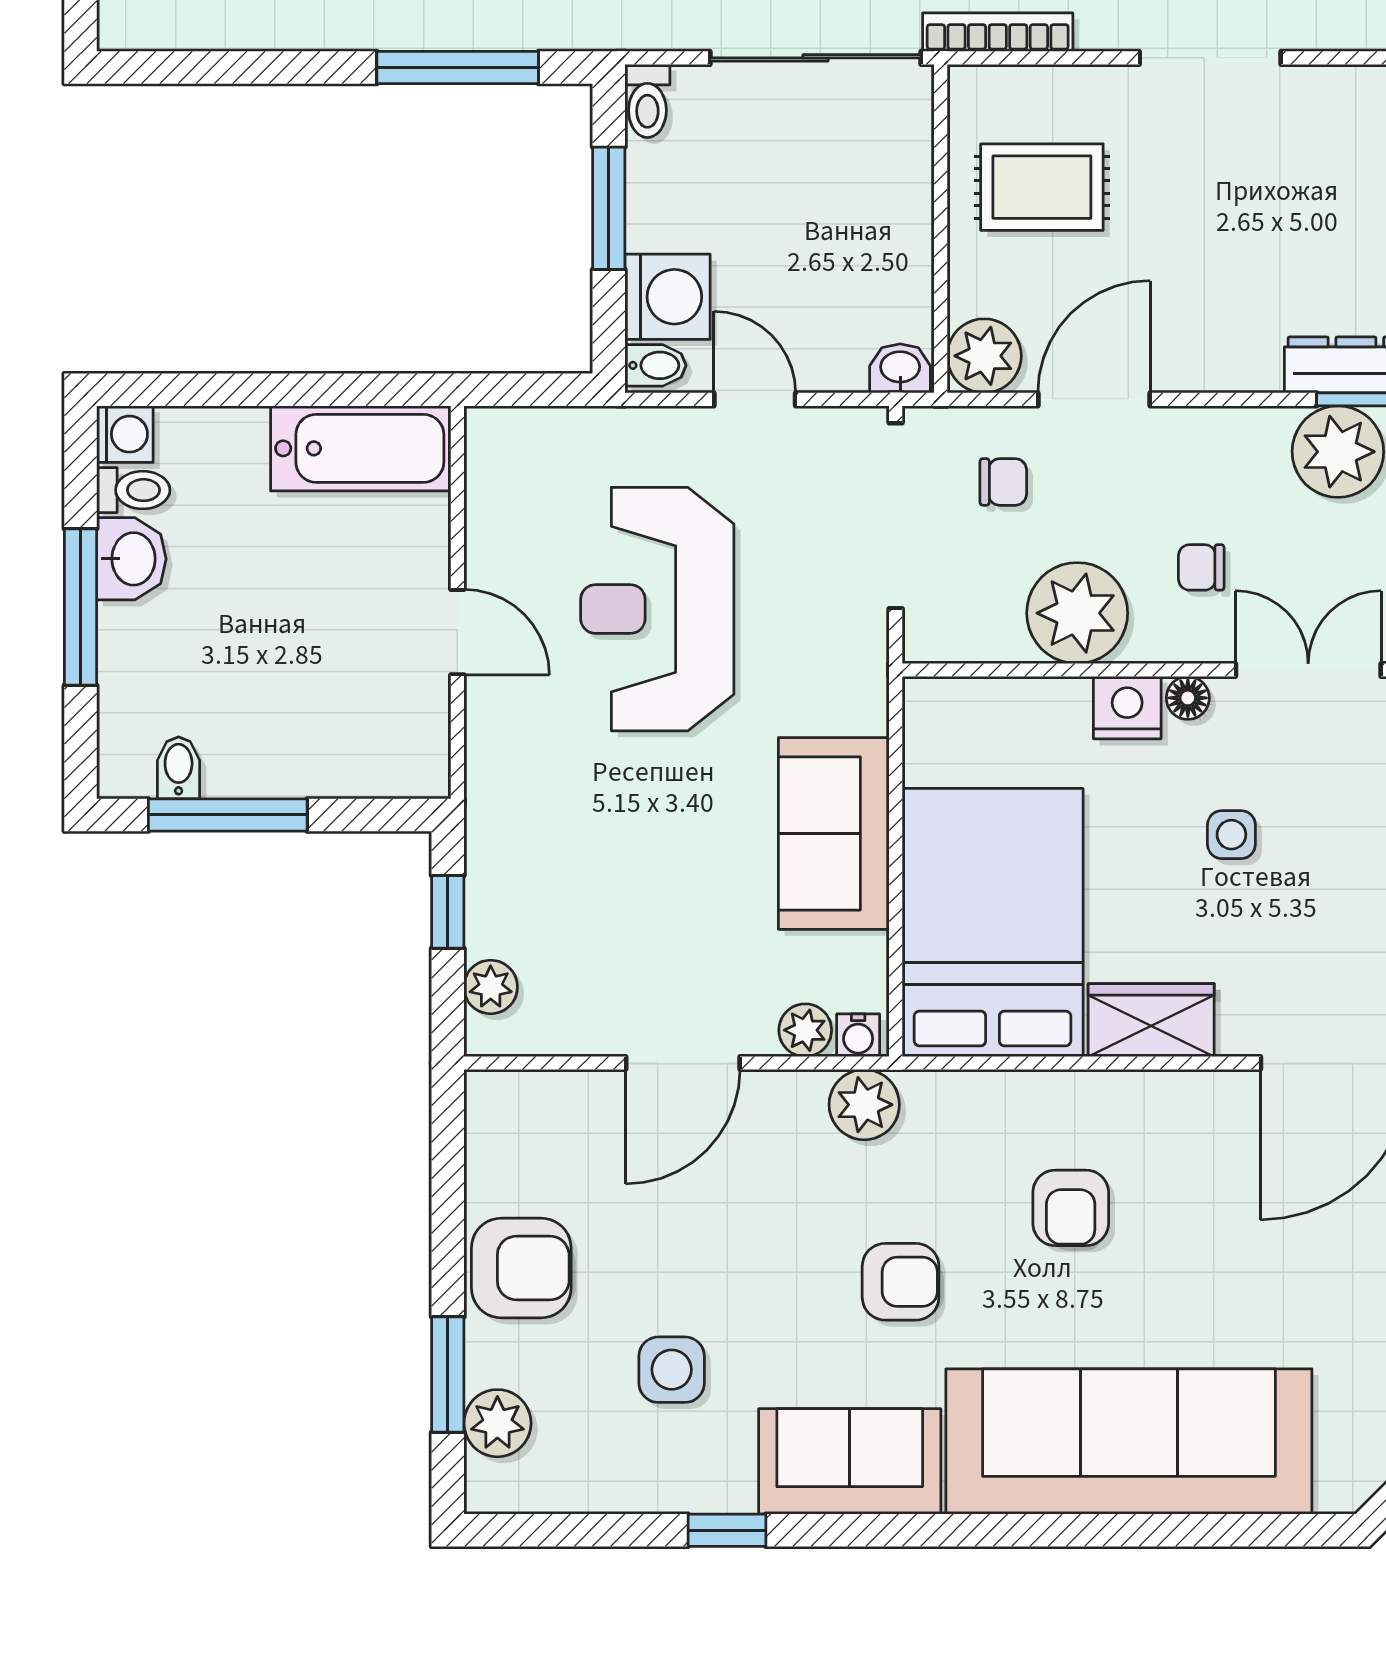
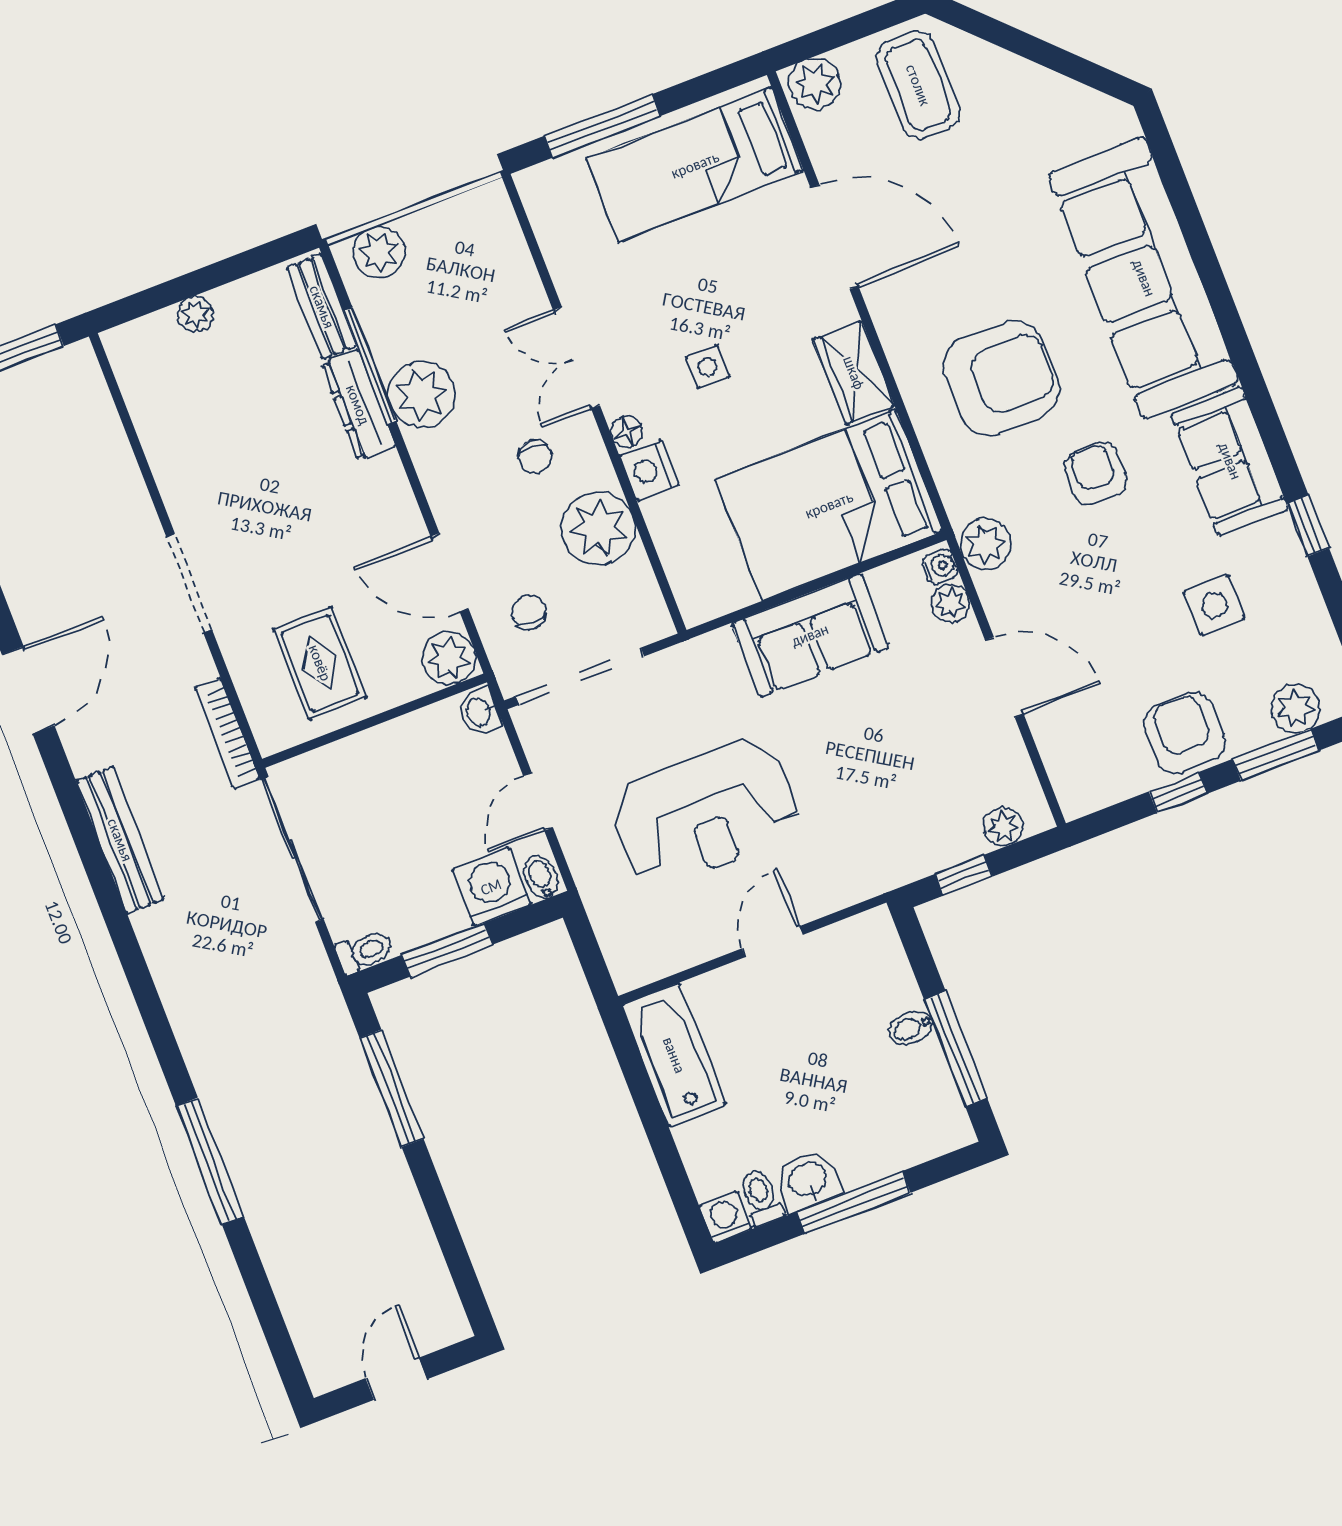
bidet: (179, 768) -> (911, 1028), moved
armchair: (1071, 1208) -> (1001, 378), width x1.88, depth x1.88
window: (448, 1230) -> (1178, 793), added

